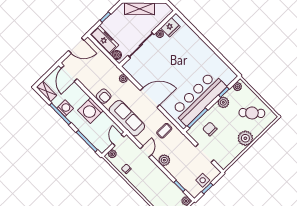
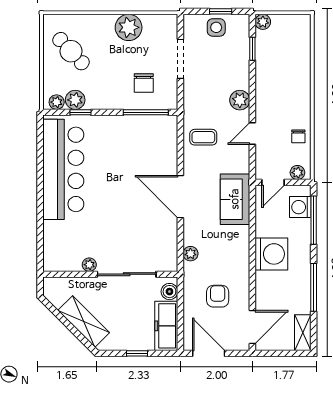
fridge: (170, 27) -> (68, 260), removed
armchair: (104, 96) -> (218, 296), moved
bar counter: (199, 98) -> (63, 169), moved, turned -90
plant: (223, 102) -> (75, 100), moved
washing machine: (65, 108) -> (300, 207), moved
sofa: (127, 118) -> (235, 199), width x0.73
plant: (245, 138) -> (129, 27), moved

